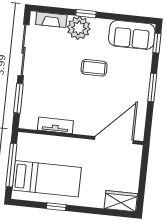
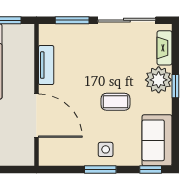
coffee table: (94, 68) -> (116, 102), turned 90
side table: (135, 81) -> (106, 149), added
door: (114, 140) -> (36, 116), moved

